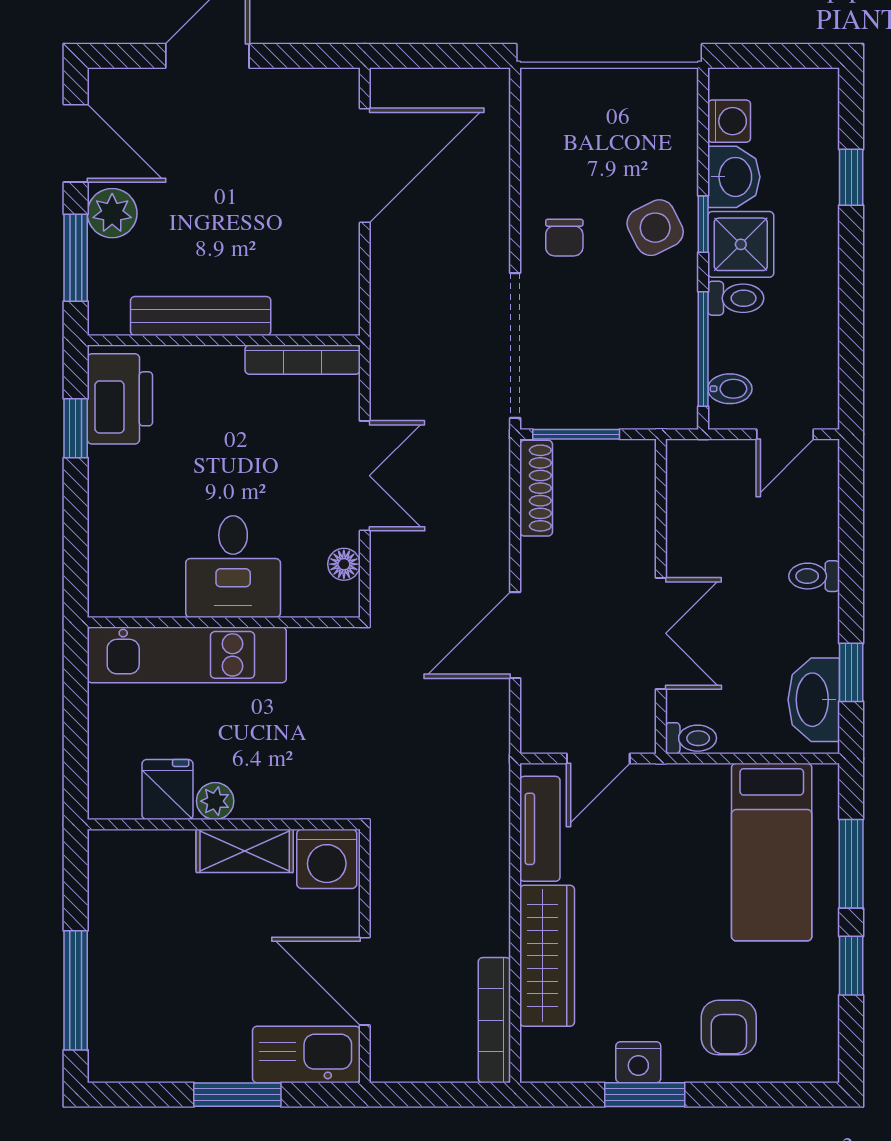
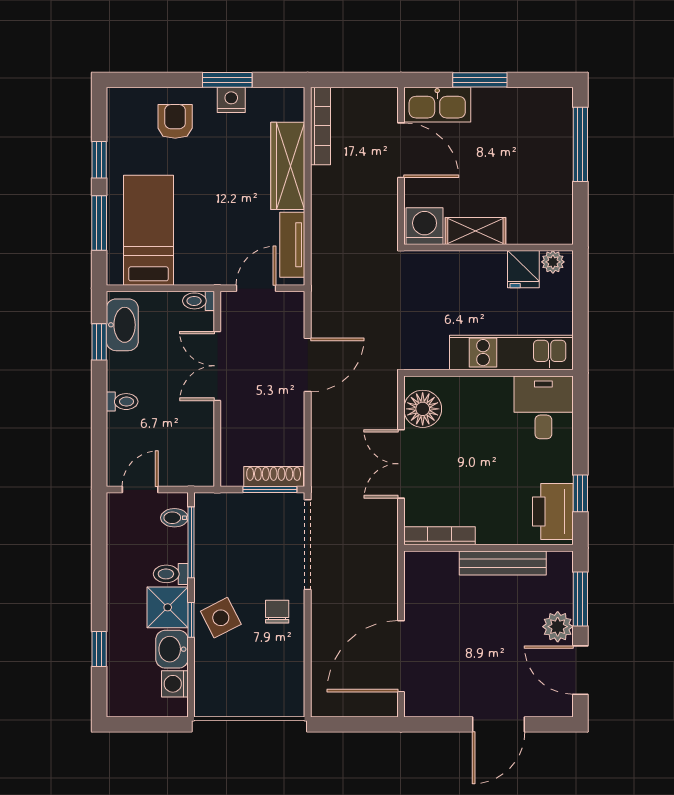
shoe rack: (536, 488) -> (274, 477), moved, turned 90
floor lamp: (344, 564) -> (423, 409), width x1.89, depth x1.89
desk: (233, 567) -> (543, 407), moved
plant: (215, 801) -> (553, 262), moved

